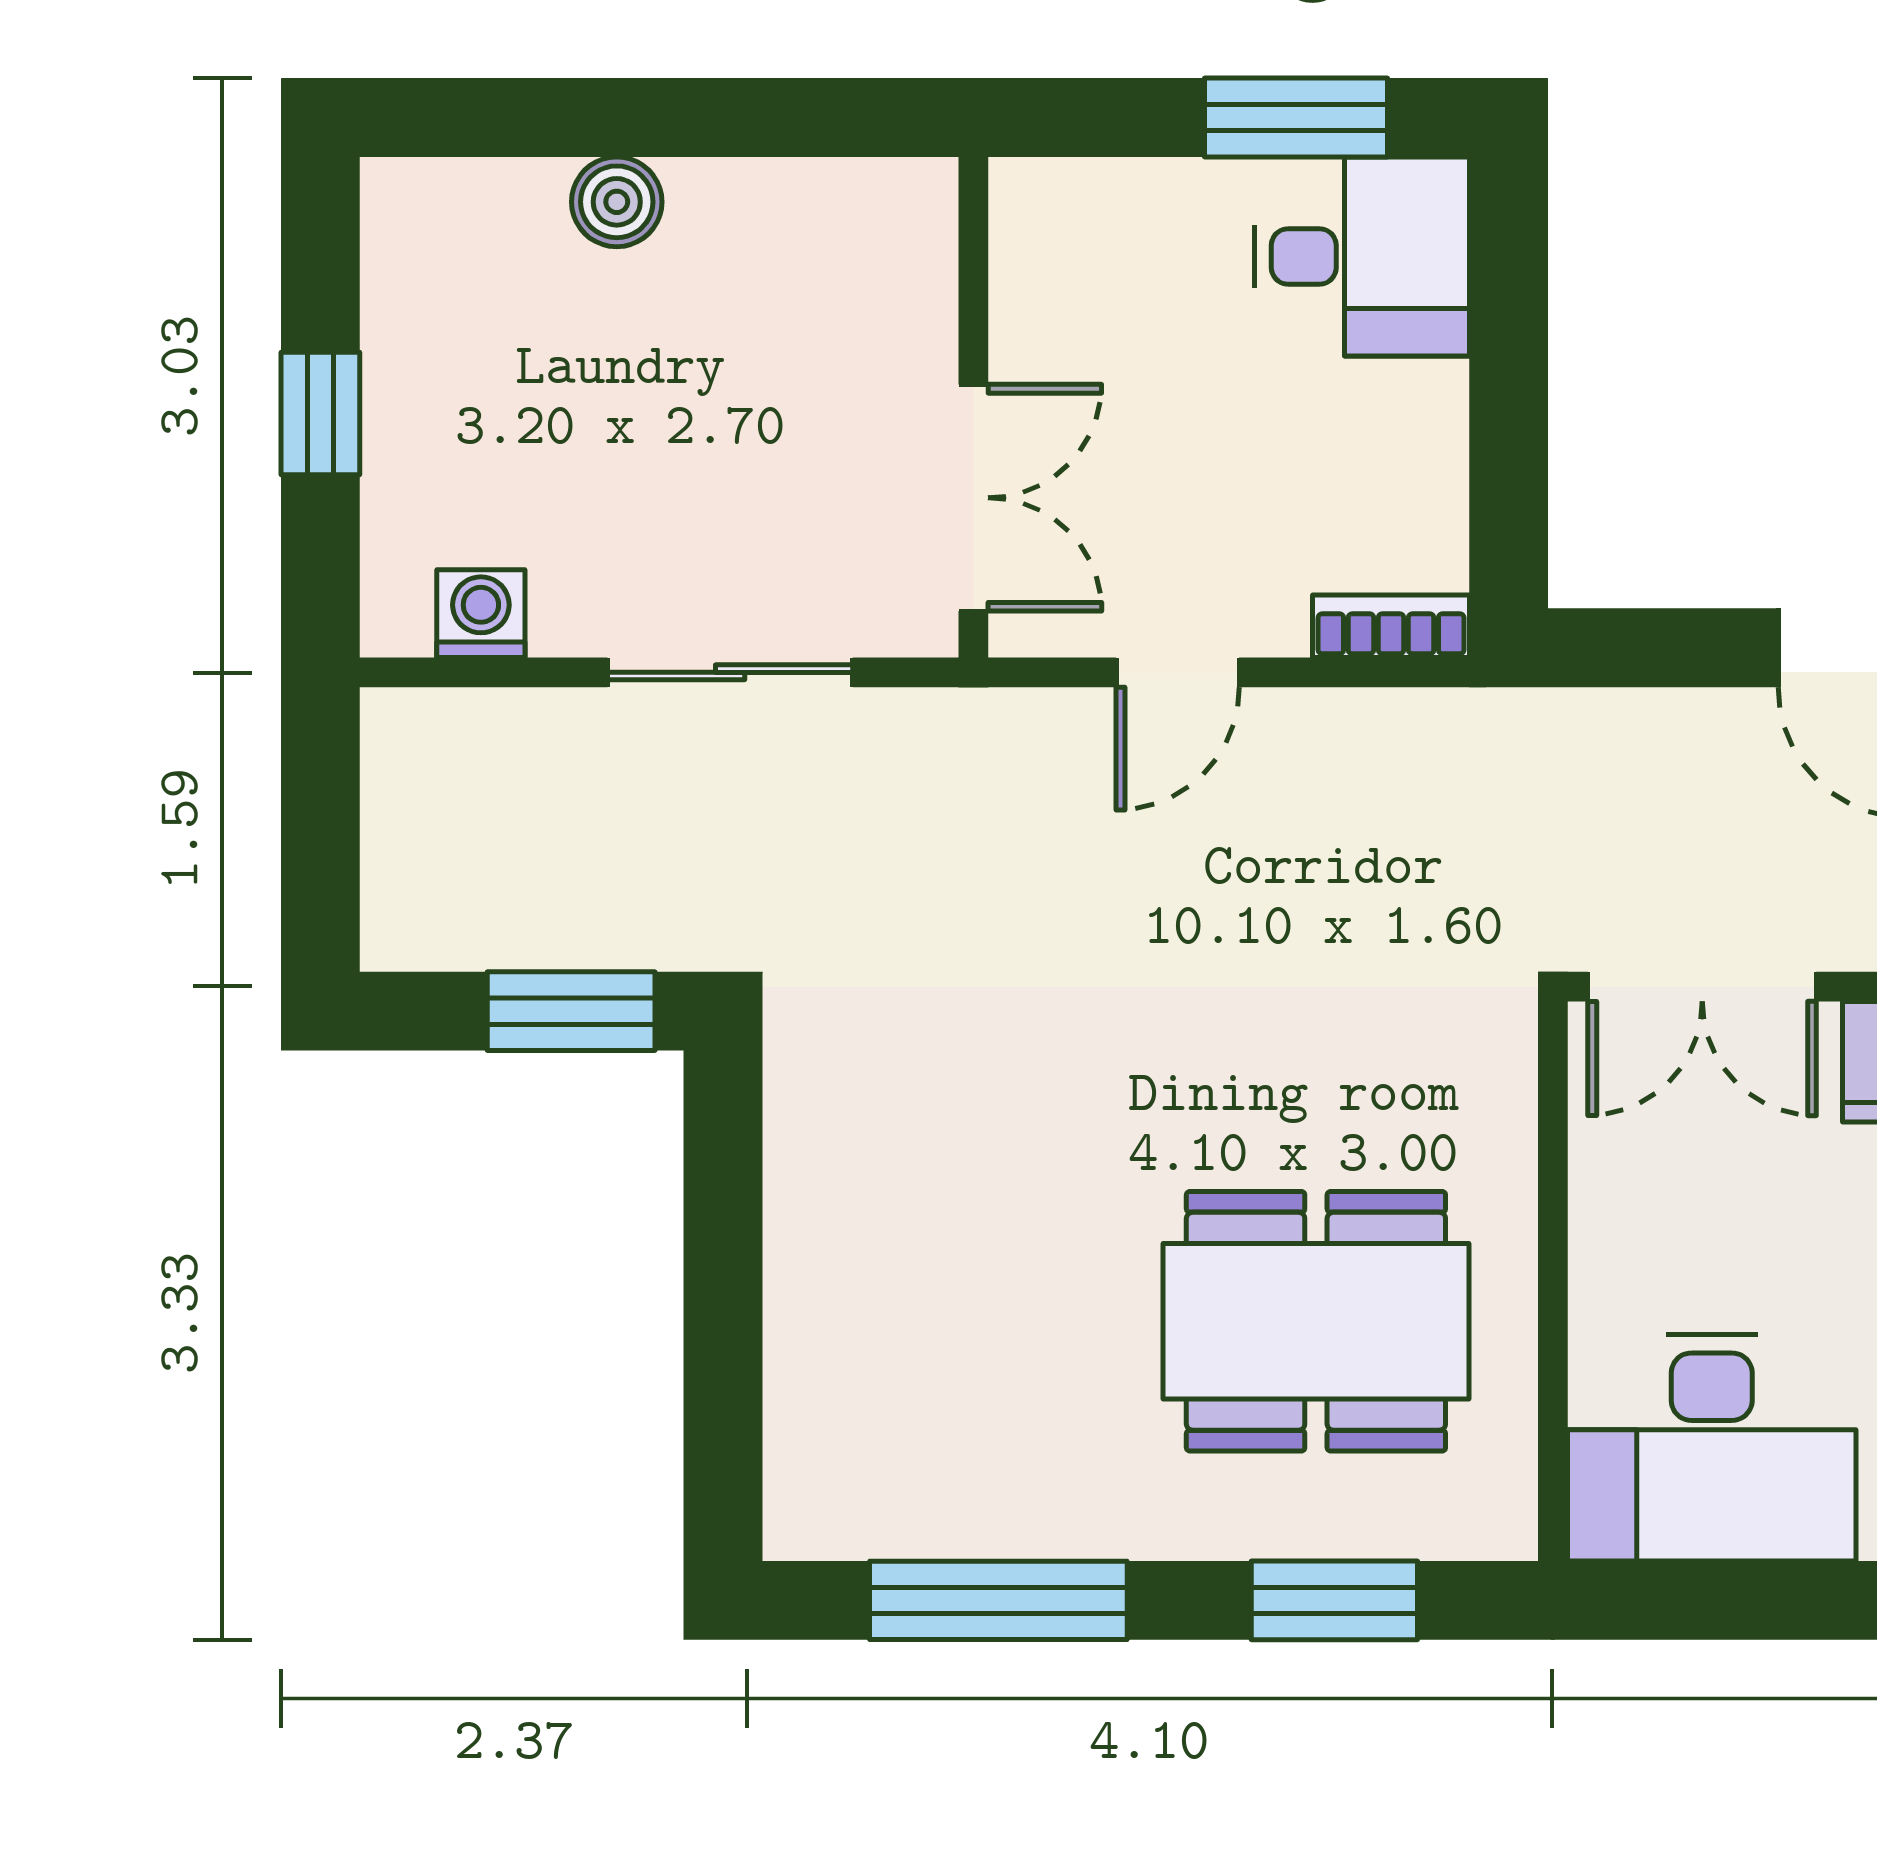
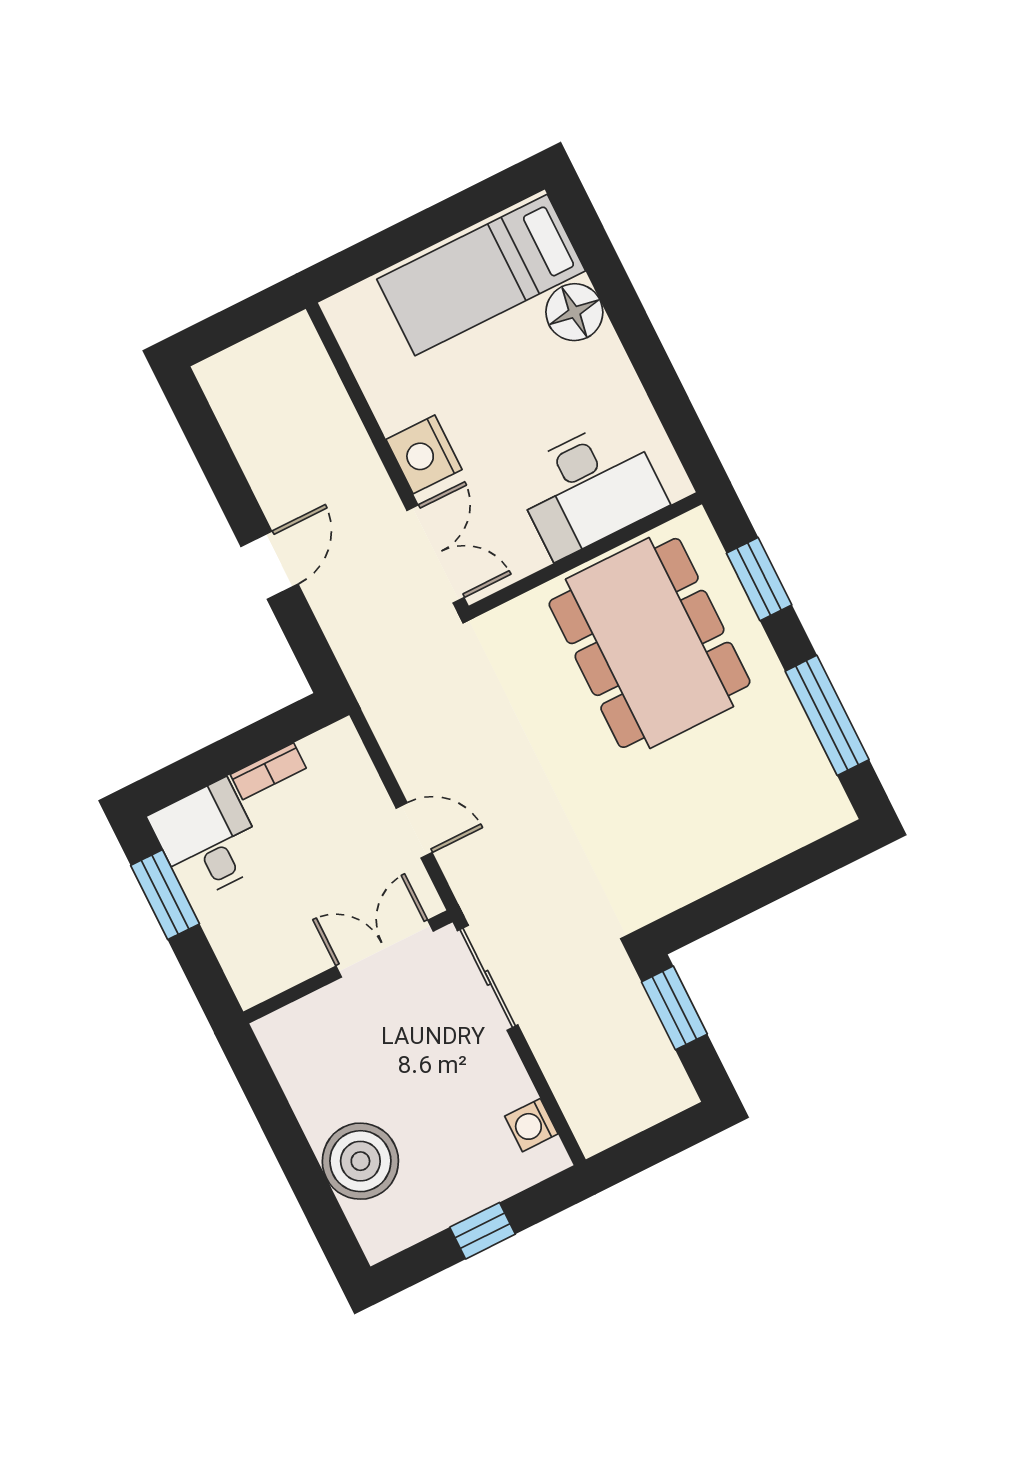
boiler: (617, 202) -> (360, 1161), width x1.86, depth x1.86
bookcase: (1391, 626) -> (268, 771), moved, turned -90
sliding door: (730, 672) -> (488, 978), moved
dining table: (1316, 1321) -> (650, 643), width x1.36, depth x1.24
desk: (1712, 1448) -> (590, 488), moved, turned 90

